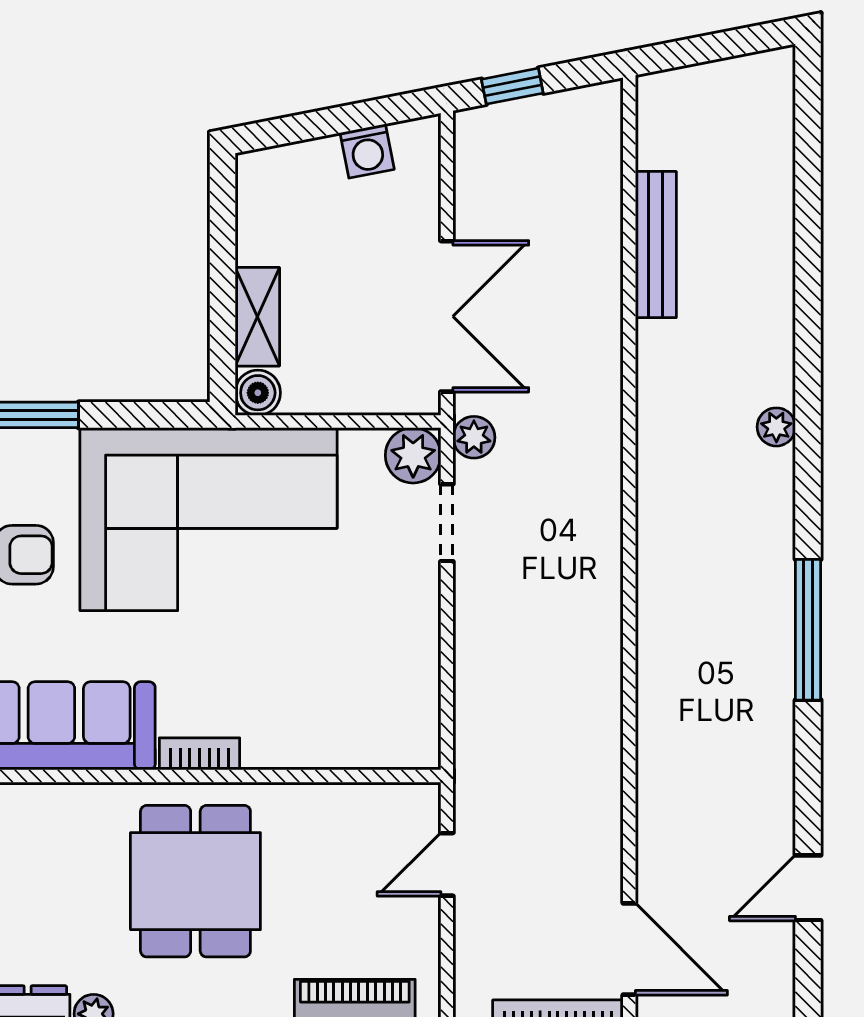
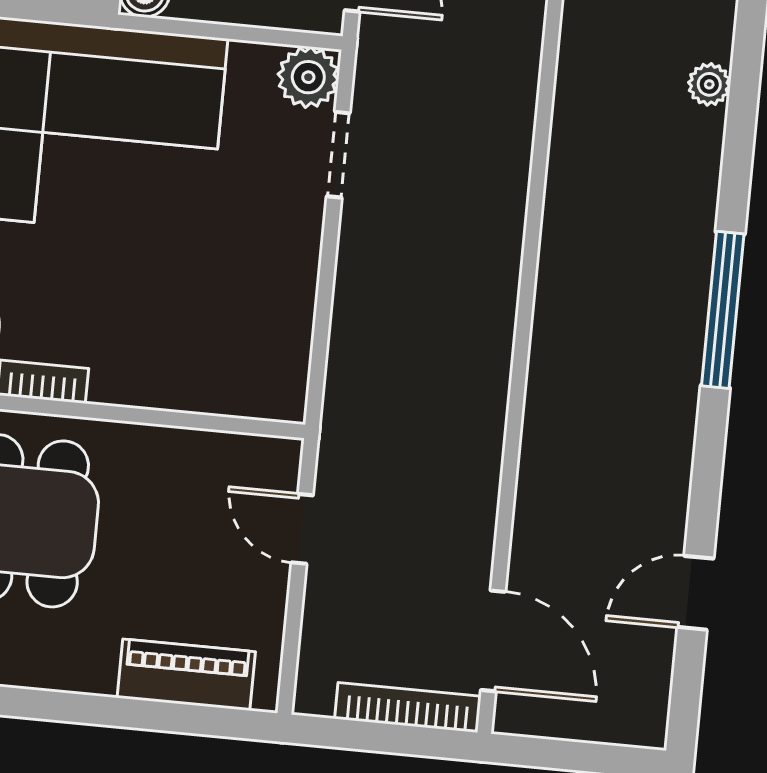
plant: (474, 437) -> (377, 64), removed
door: (447, 864) -> (302, 529), hinge flipped

